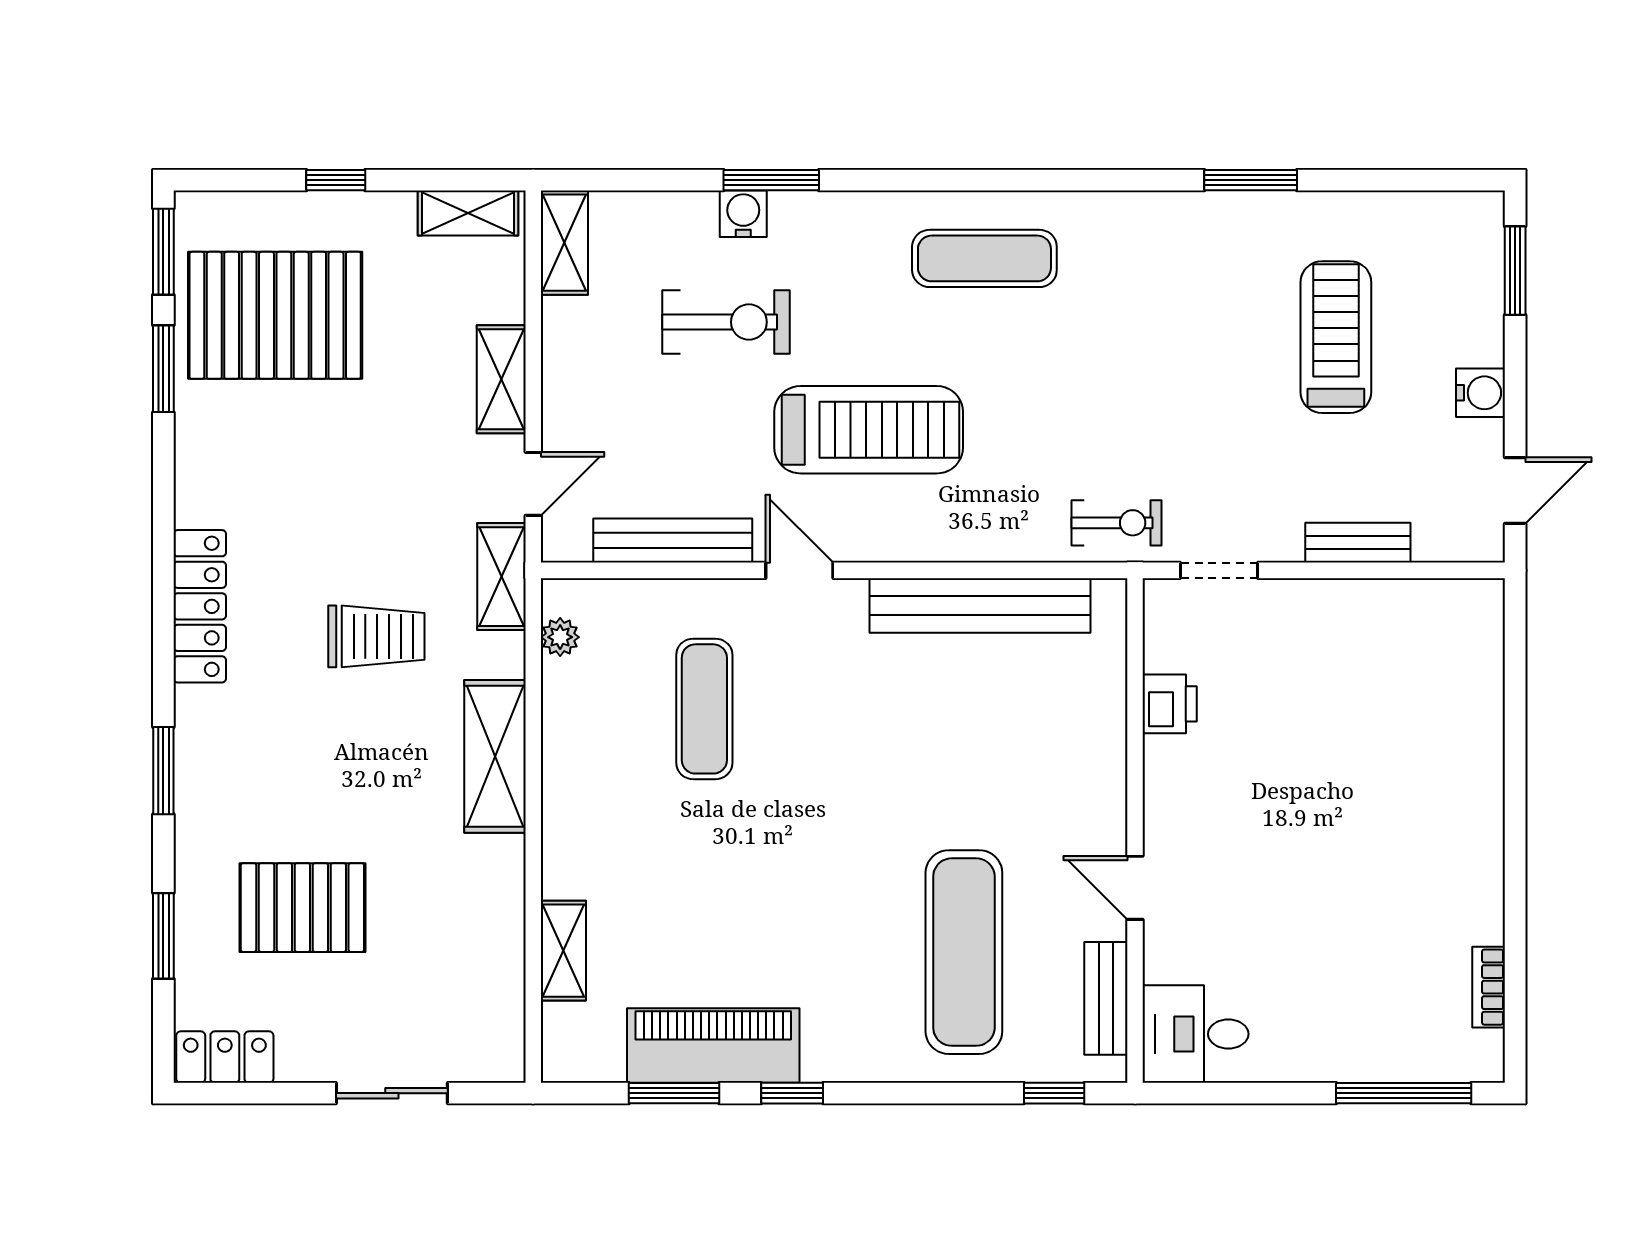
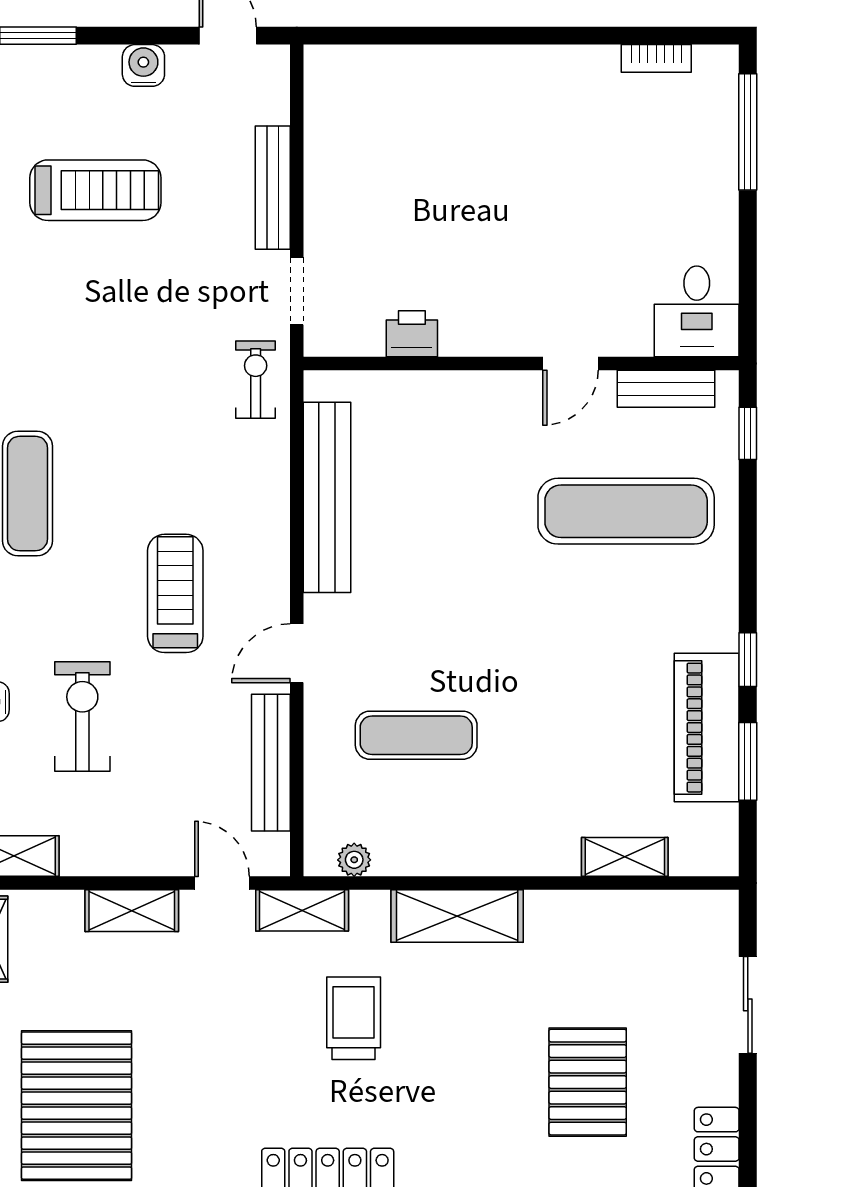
treadmill: (1336, 337) -> (95, 190), turned 180
treadmill: (869, 430) -> (175, 593), width x0.73, depth x0.73
bench: (1358, 543) -> (273, 188), width x1.36

